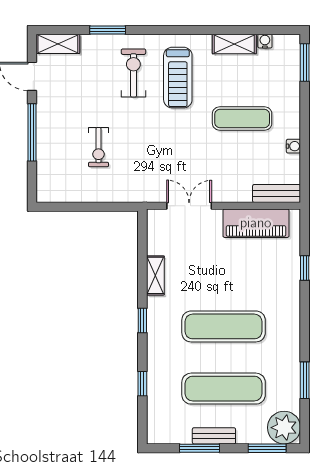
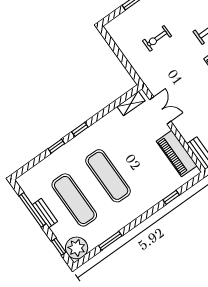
shelving: (155, 275) -> (131, 104), moved
window: (142, 384) -> (56, 146), moved
window: (199, 448) -> (33, 210), width x1.44
window: (267, 448) -> (59, 247), width x0.67

